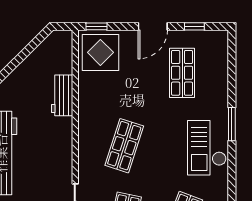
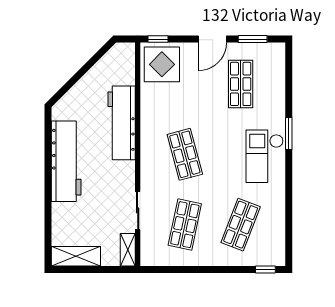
window: (194, 26) -> (253, 39), width x1.50
workbench: (62, 95) -> (122, 123), width x1.88, depth x1.32
shop shelf: (124, 146) -> (185, 154), turned -33

